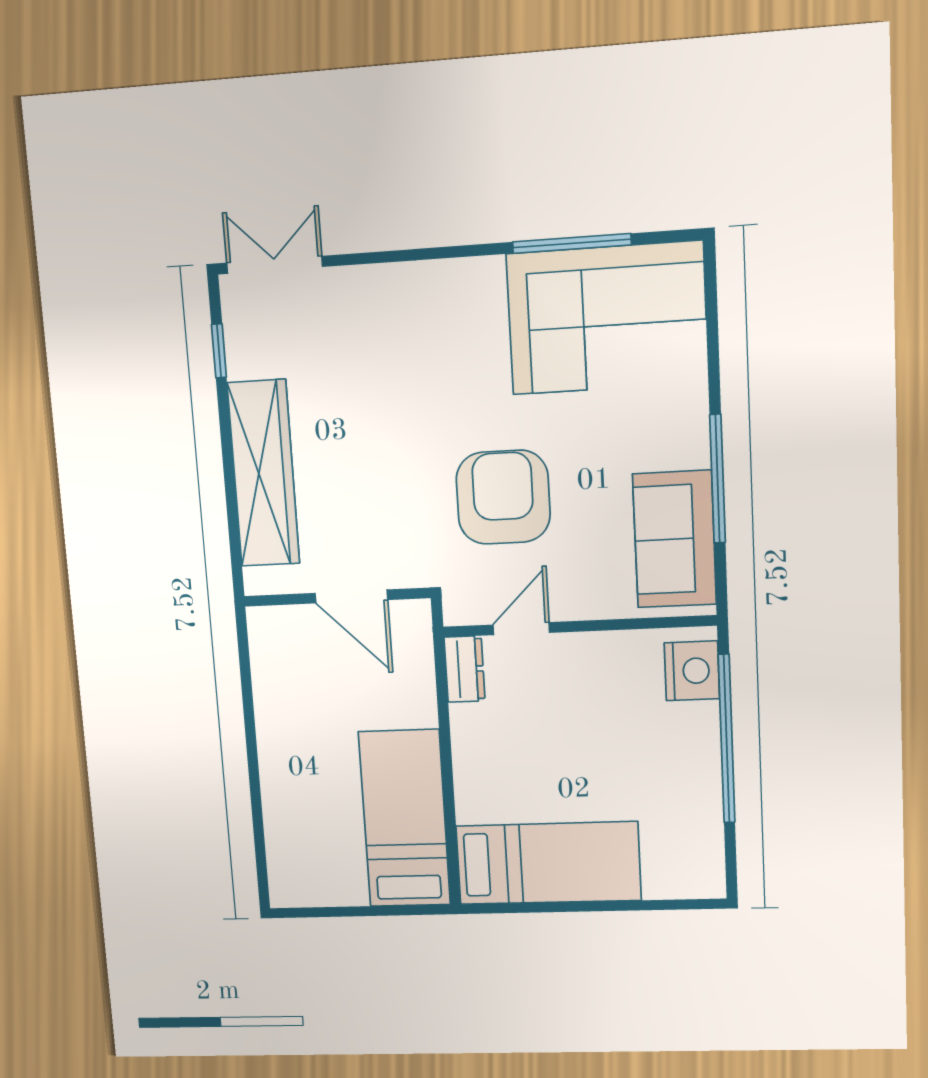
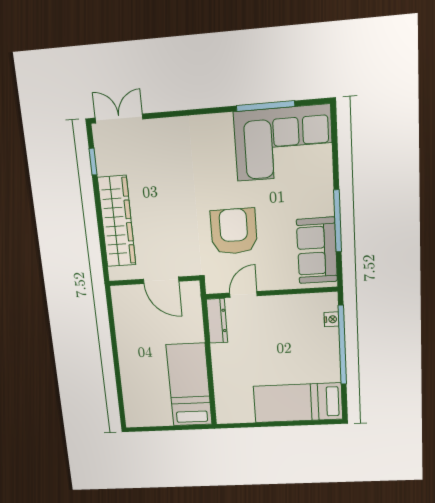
dresser: (465, 669) -> (217, 321), width x1.44
nightstand: (692, 671) -> (332, 319), width x0.53, depth x0.56
bed: (548, 863) -> (298, 403), moved, turned 180

